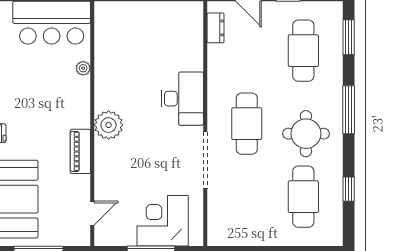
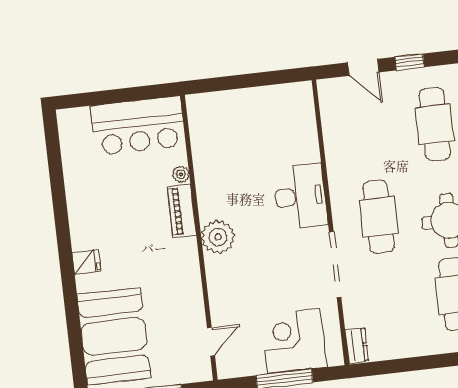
dresser: (216, 28) -> (357, 345), moved
piano: (80, 151) -> (182, 211), moved

